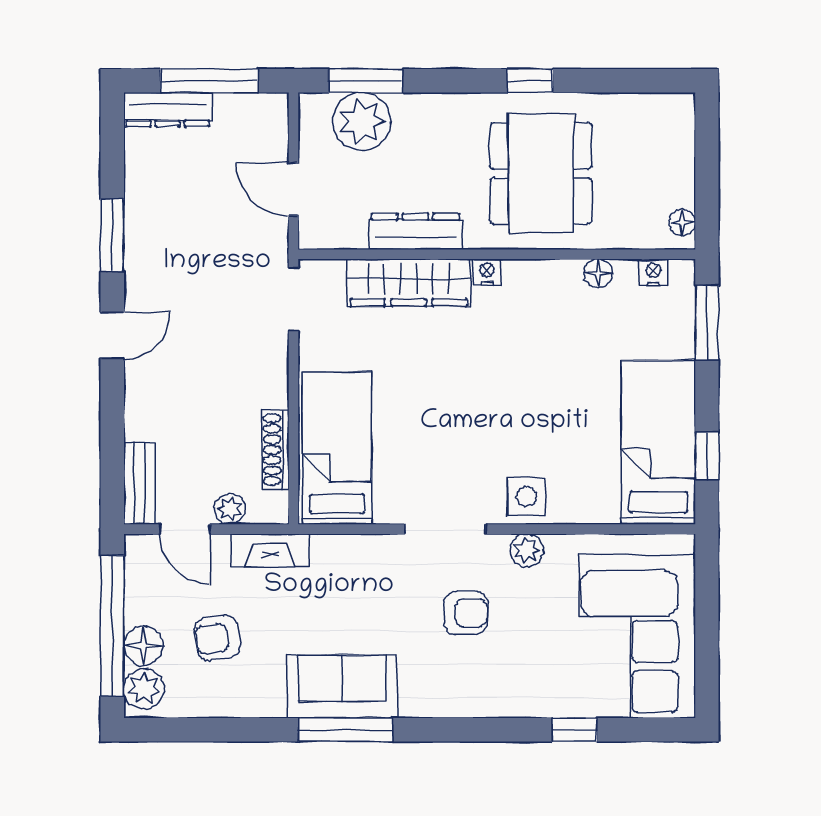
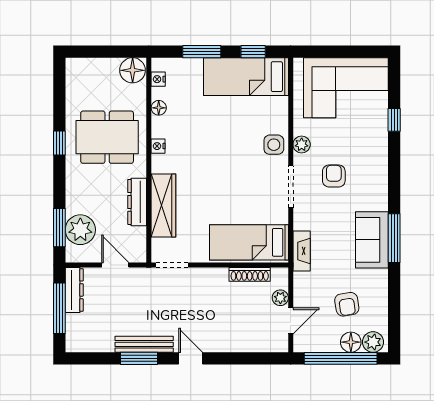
dresser: (168, 110) -> (74, 290), moved
door: (293, 189) -> (115, 265), swing flipped
floor lamp: (682, 223) -> (133, 70), width x1.89, depth x1.89
nightstand: (487, 272) -> (158, 146), moved
window: (707, 323) -> (202, 52), moved
bench: (140, 483) -> (144, 344), moved, width x1.36
fireplace: (270, 550) -> (302, 251), moved

